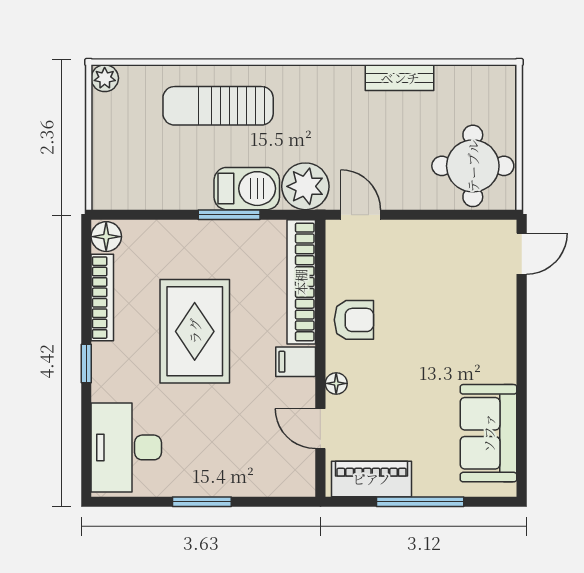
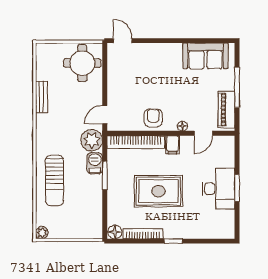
barbecue: (247, 189) -> (95, 163), width x0.73, depth x0.79
desk: (126, 447) -> (219, 189), moved, turned -90

